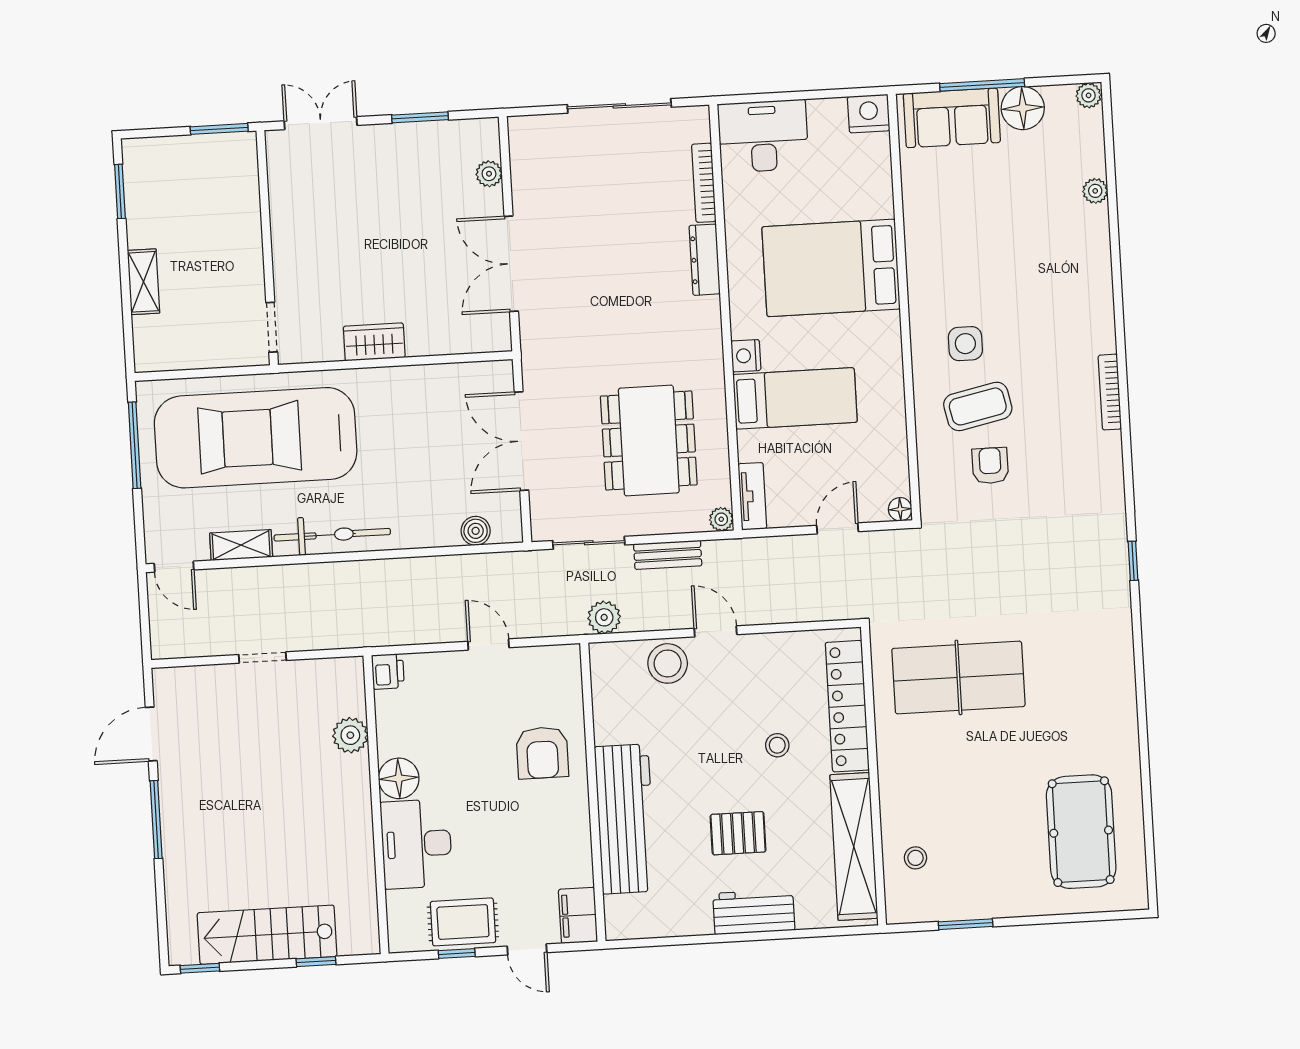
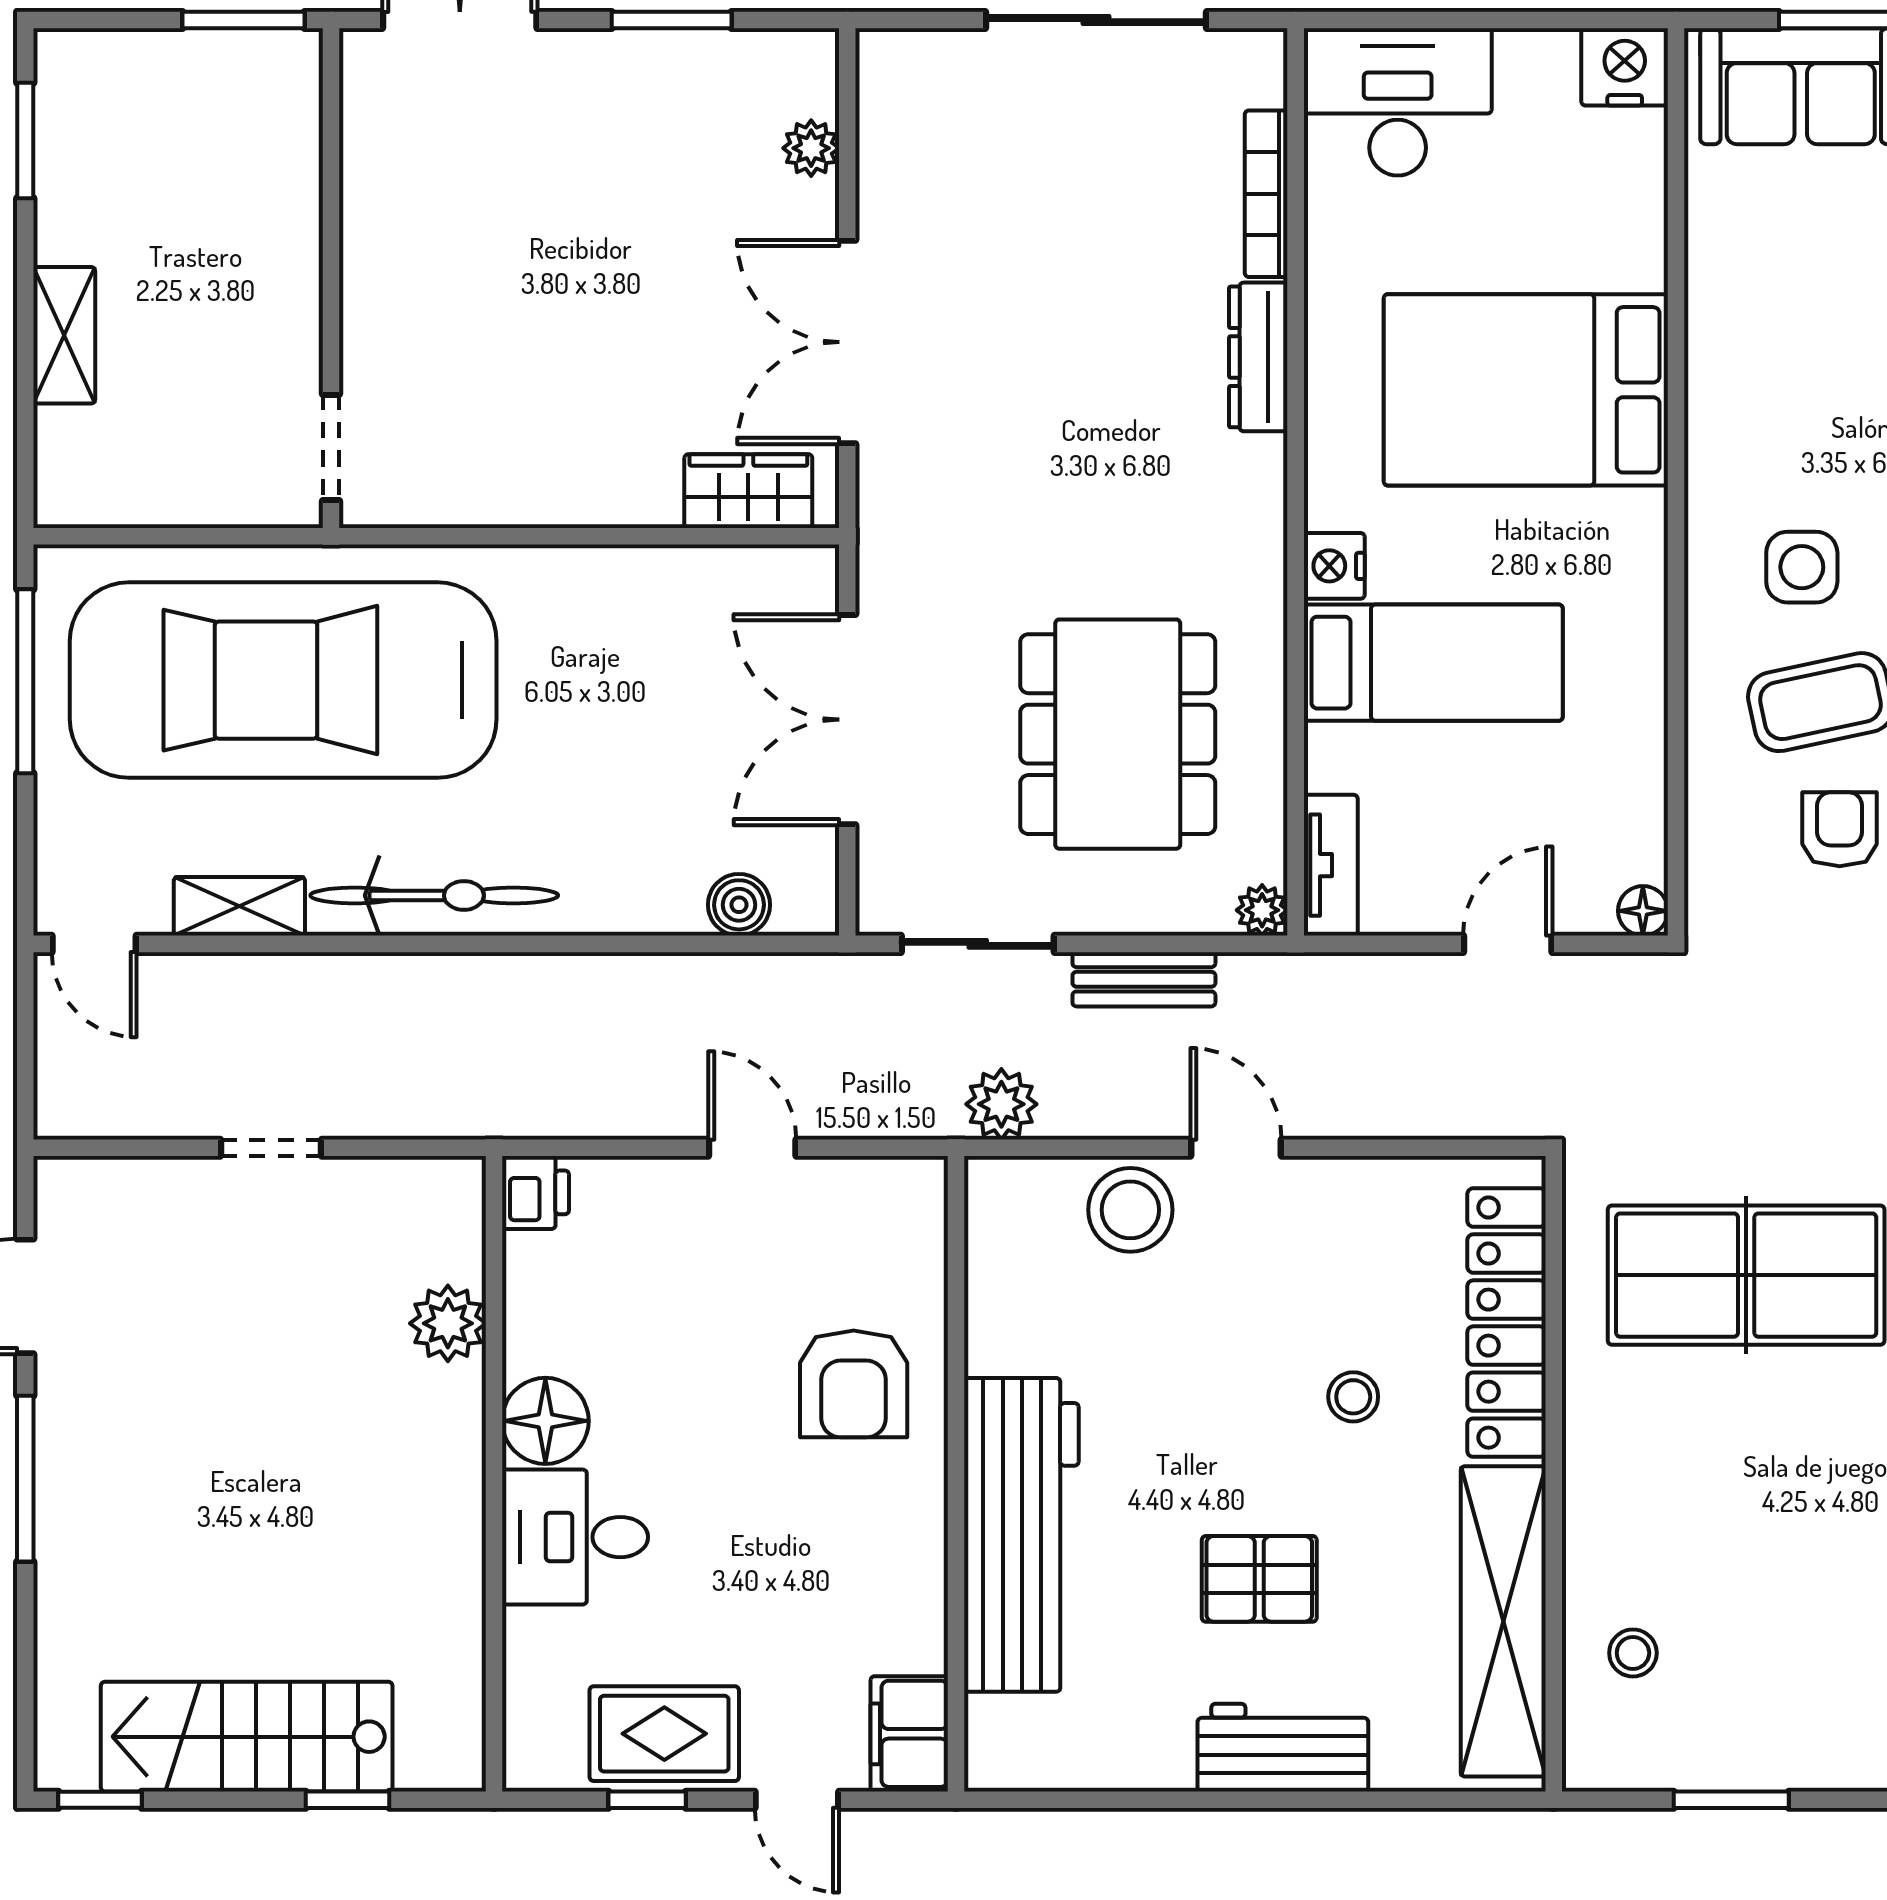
wardrobe: (374, 342) -> (748, 491), moved
desk: (416, 844) -> (575, 1537), width x0.73

